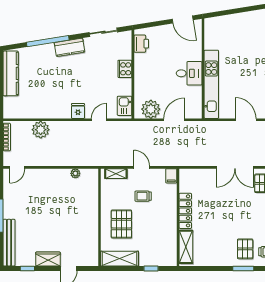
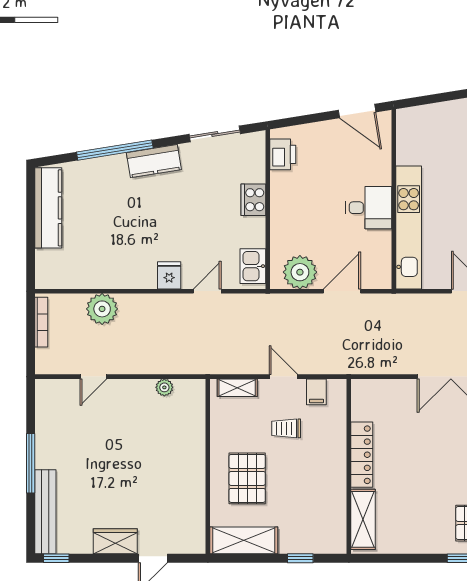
door: (17, 167) -> (93, 377), moved
filing cabinet: (171, 176) -> (316, 392), moved
window: (27, 268) -> (56, 558), moved

